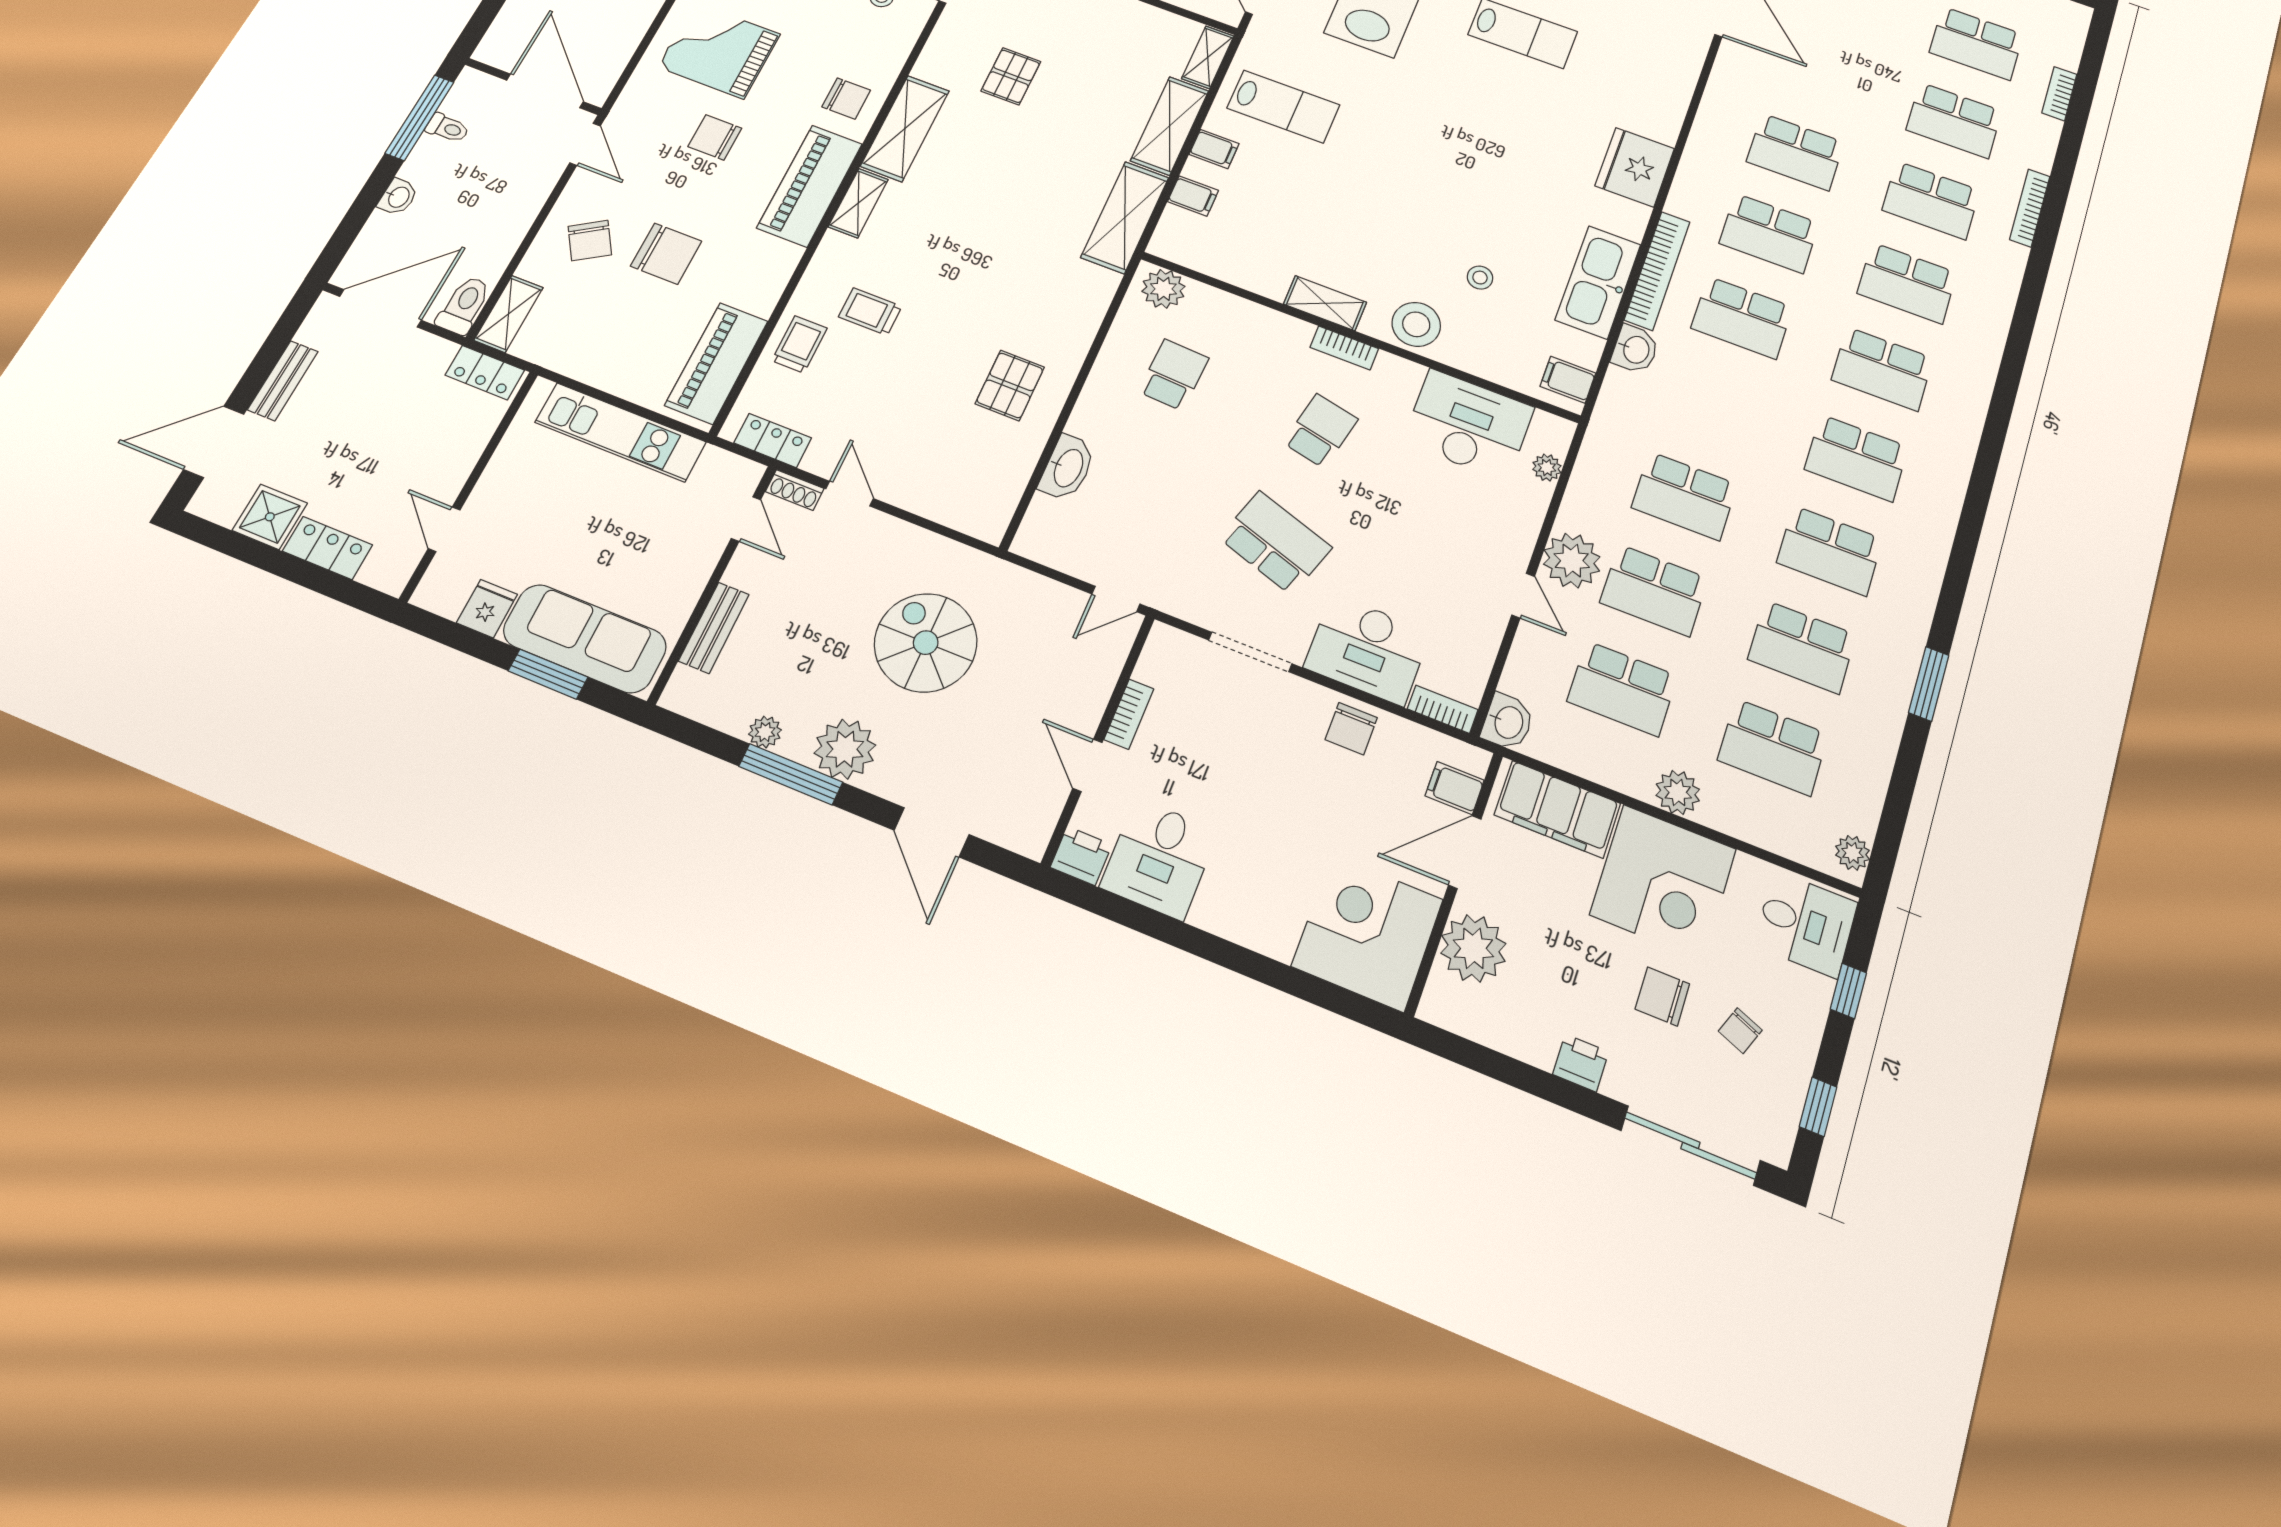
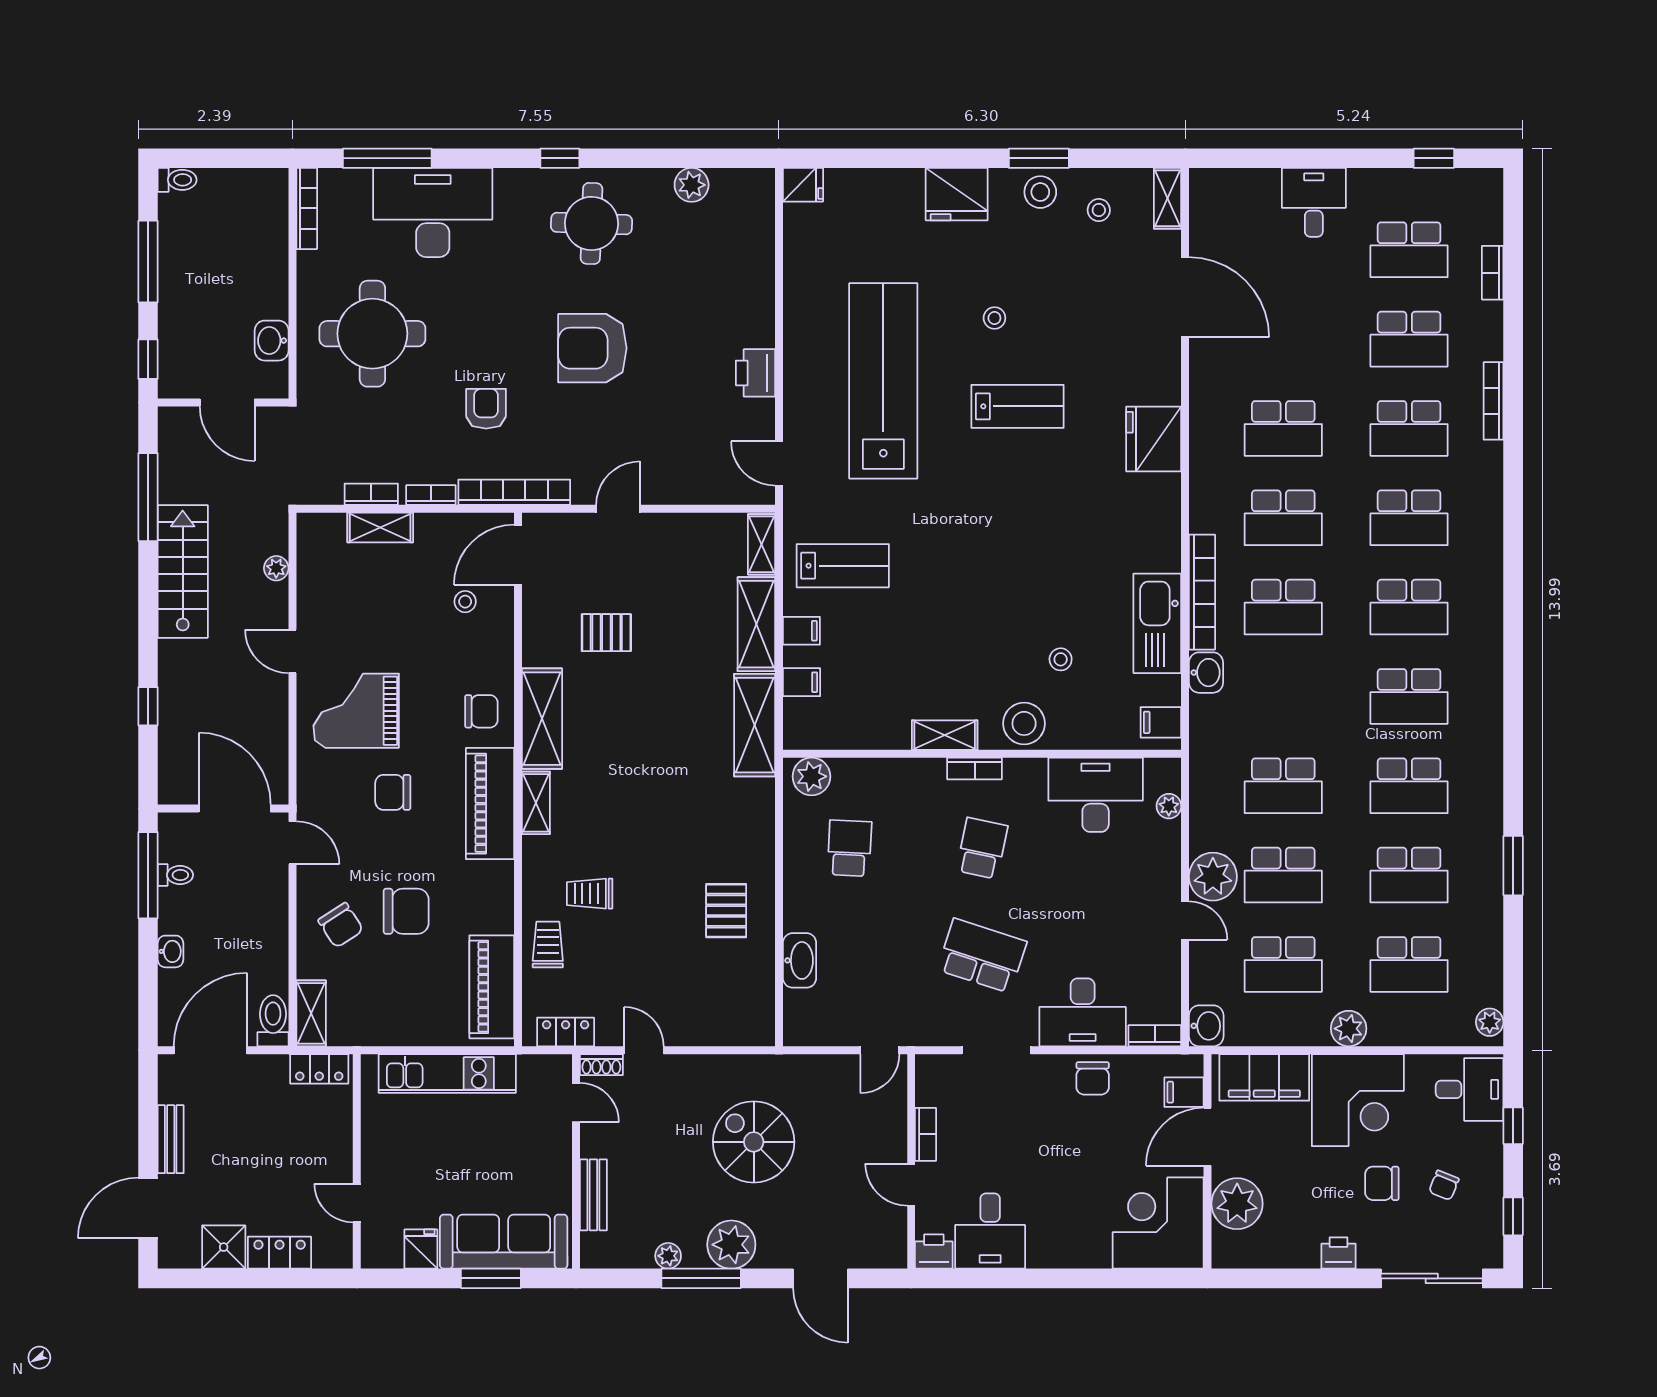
pallet: (1011, 76) -> (606, 633), turned 90
fridge: (1635, 167) -> (1154, 439), moved

